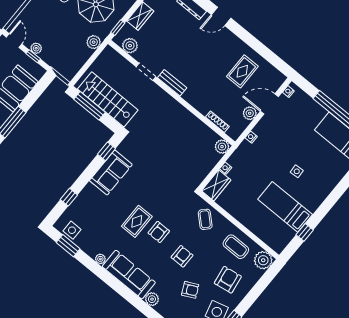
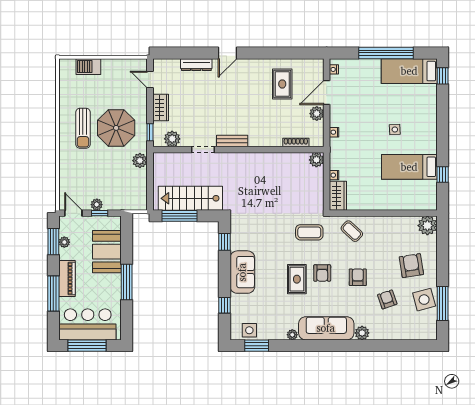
sofa: (111, 173) -> (242, 272), moved
coffee table: (236, 247) -> (309, 232), moved
armchair: (190, 290) -> (387, 299), turned -83

